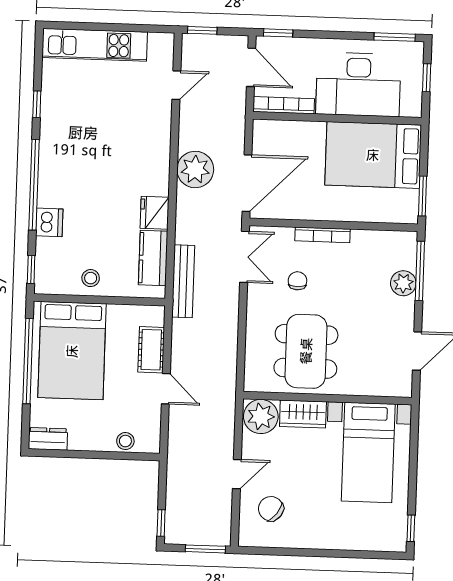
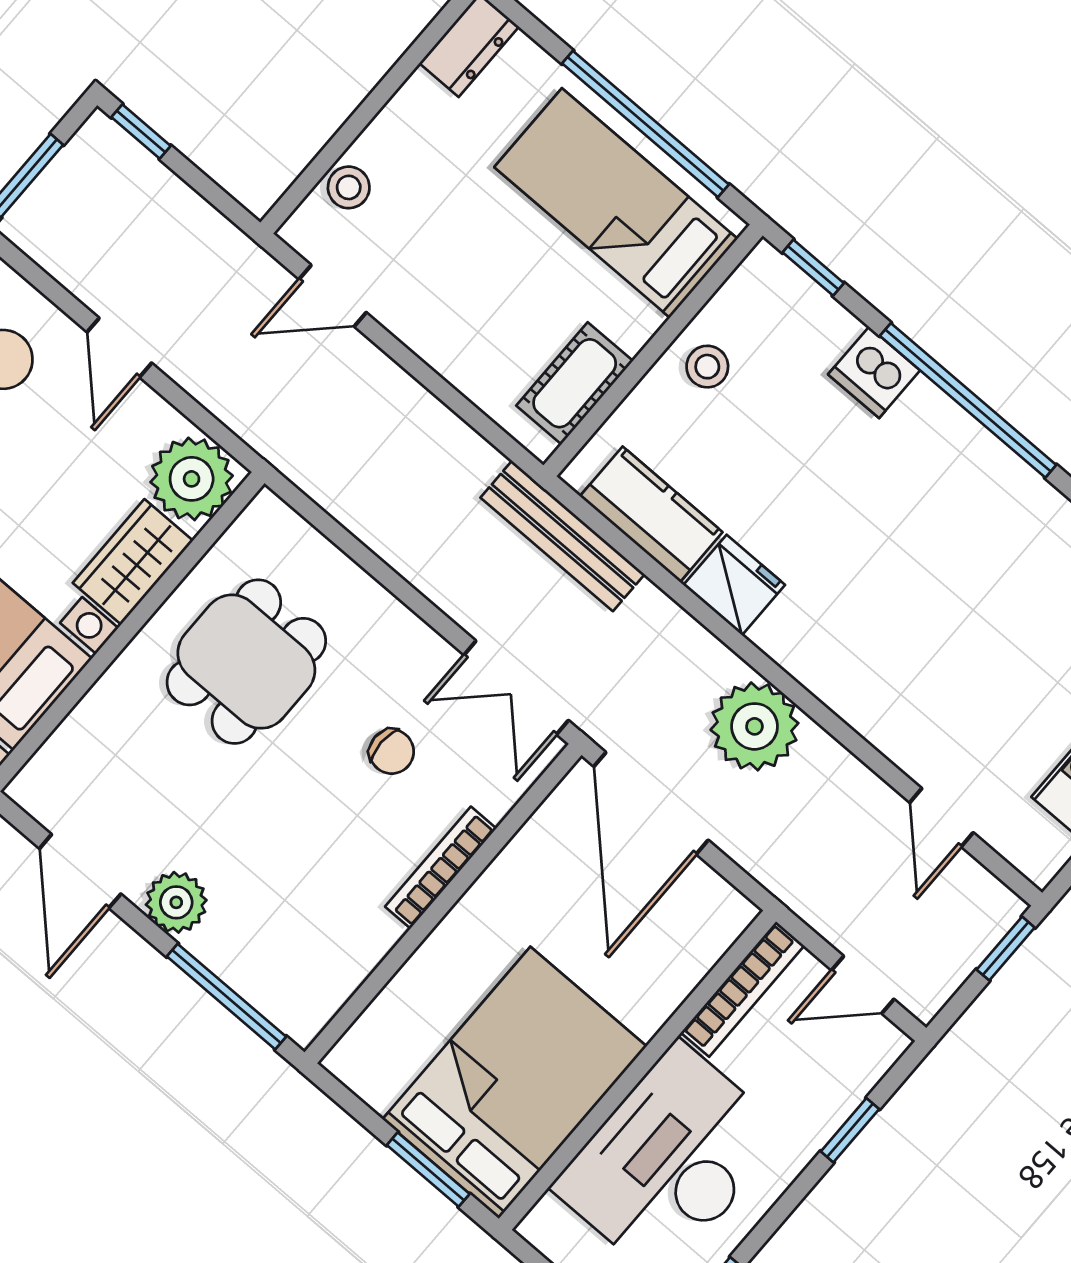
window: (278, 33) -> (850, 1130), moved
door: (251, 67) -> (863, 985), width x0.73
window: (423, 196) -> (428, 1169), moved
plant: (403, 283) -> (176, 902), moved
cot: (151, 350) -> (575, 383), moved, turned 90
bed: (72, 351) -> (616, 203), width x0.67
dining table: (306, 351) -> (246, 662), width x0.73
door: (166, 389) -> (333, 296), moved

